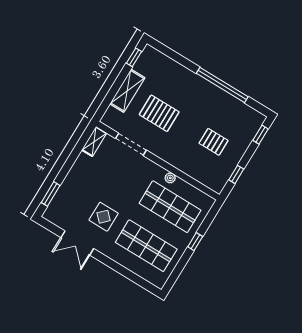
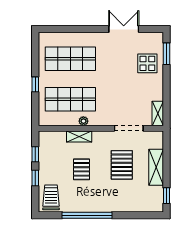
pallet: (159, 113) -> (122, 165), turned 90
trolley: (246, 124) -> (51, 197), added
window: (260, 135) -> (35, 178), moved
pallet: (214, 142) -> (81, 169), moved, turned 90
shelving: (184, 166) -> (79, 137), added
display table: (104, 217) -> (147, 63), moved

